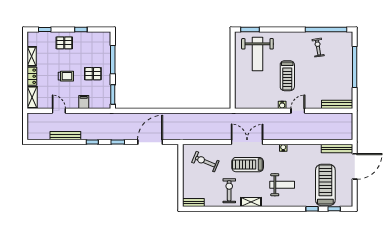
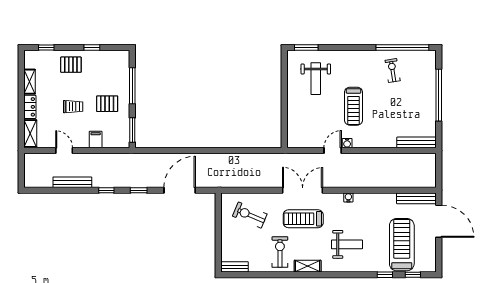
weight bench: (257, 54) -> (316, 79), width x0.73, depth x0.75
door: (298, 111) -> (333, 151), moved
door: (355, 166) -> (439, 221), hinge flipped

